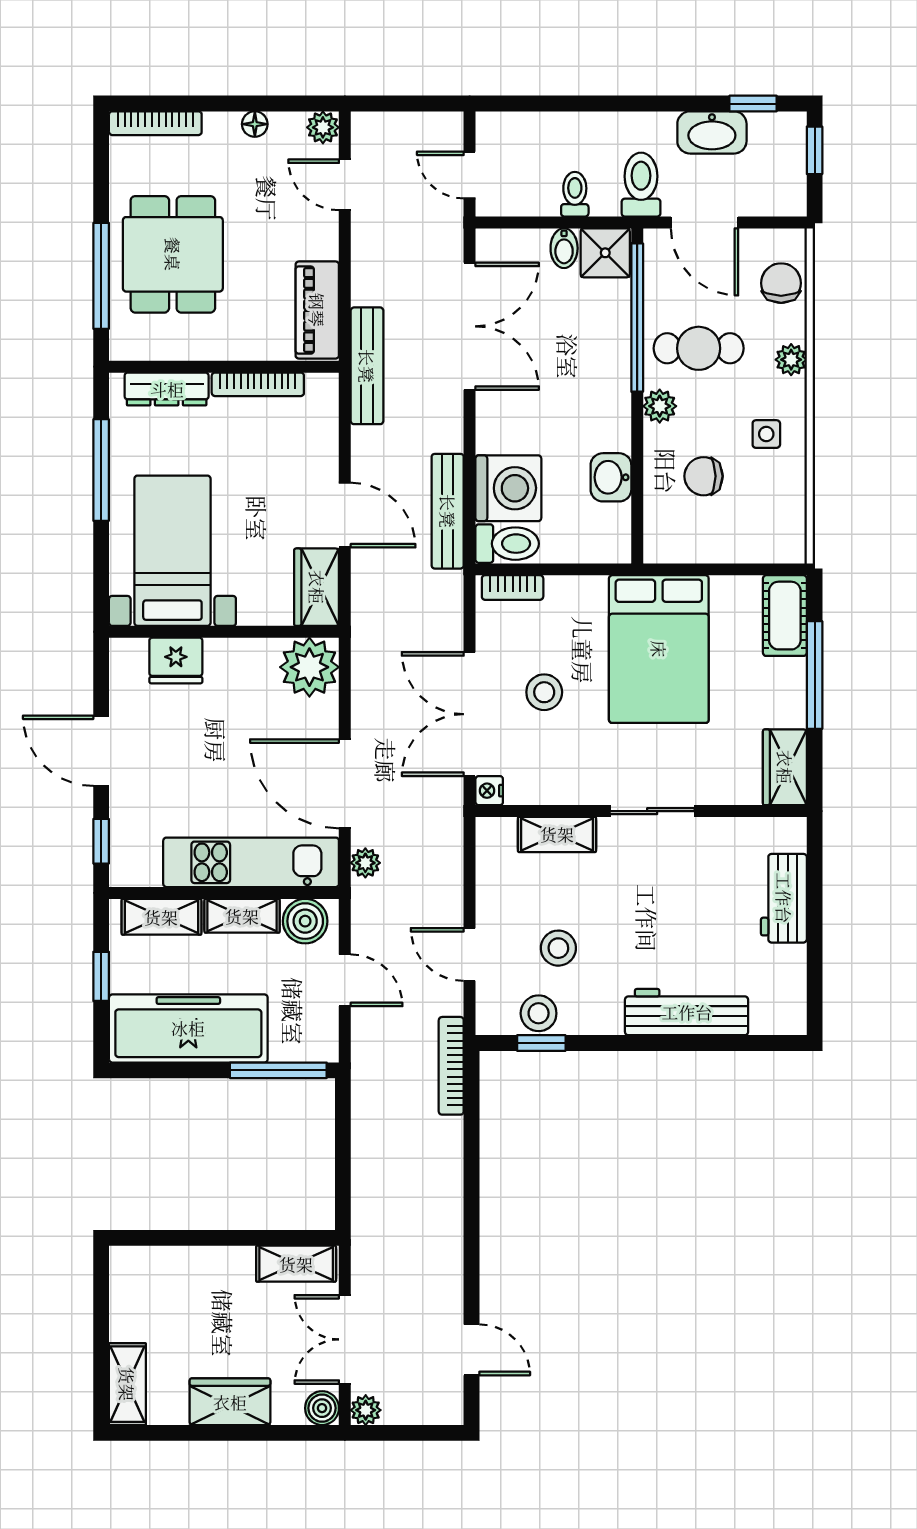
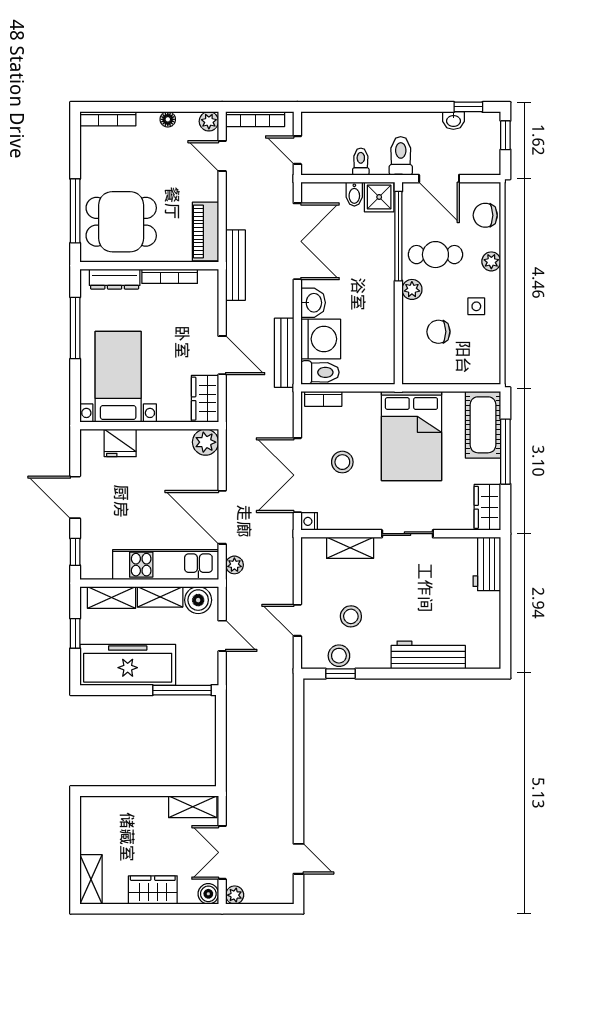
washbasin: (712, 132) -> (453, 120), width x0.52, depth x0.69
dining table: (173, 254) -> (121, 222), moved, turned 90
chair: (781, 283) -> (485, 215), turned -90
washbasin: (611, 477) -> (313, 303), moved, turned 180
cot: (785, 616) -> (483, 425), width x1.37, depth x1.34
plant: (309, 667) -> (205, 442), width x0.73, depth x0.73
workbench: (784, 898) -> (487, 564), moved
bookcase: (451, 1066) -> (255, 119), moved, turned -90

